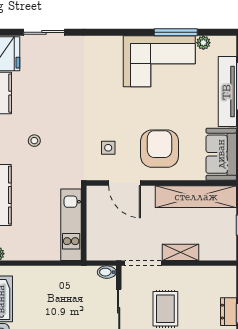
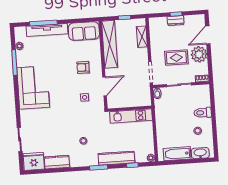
corner sofa: (159, 61) -> (33, 88), moved
armchair: (160, 149) -> (83, 67), width x0.53, depth x0.53
shelving: (180, 252) -> (142, 37), moved

